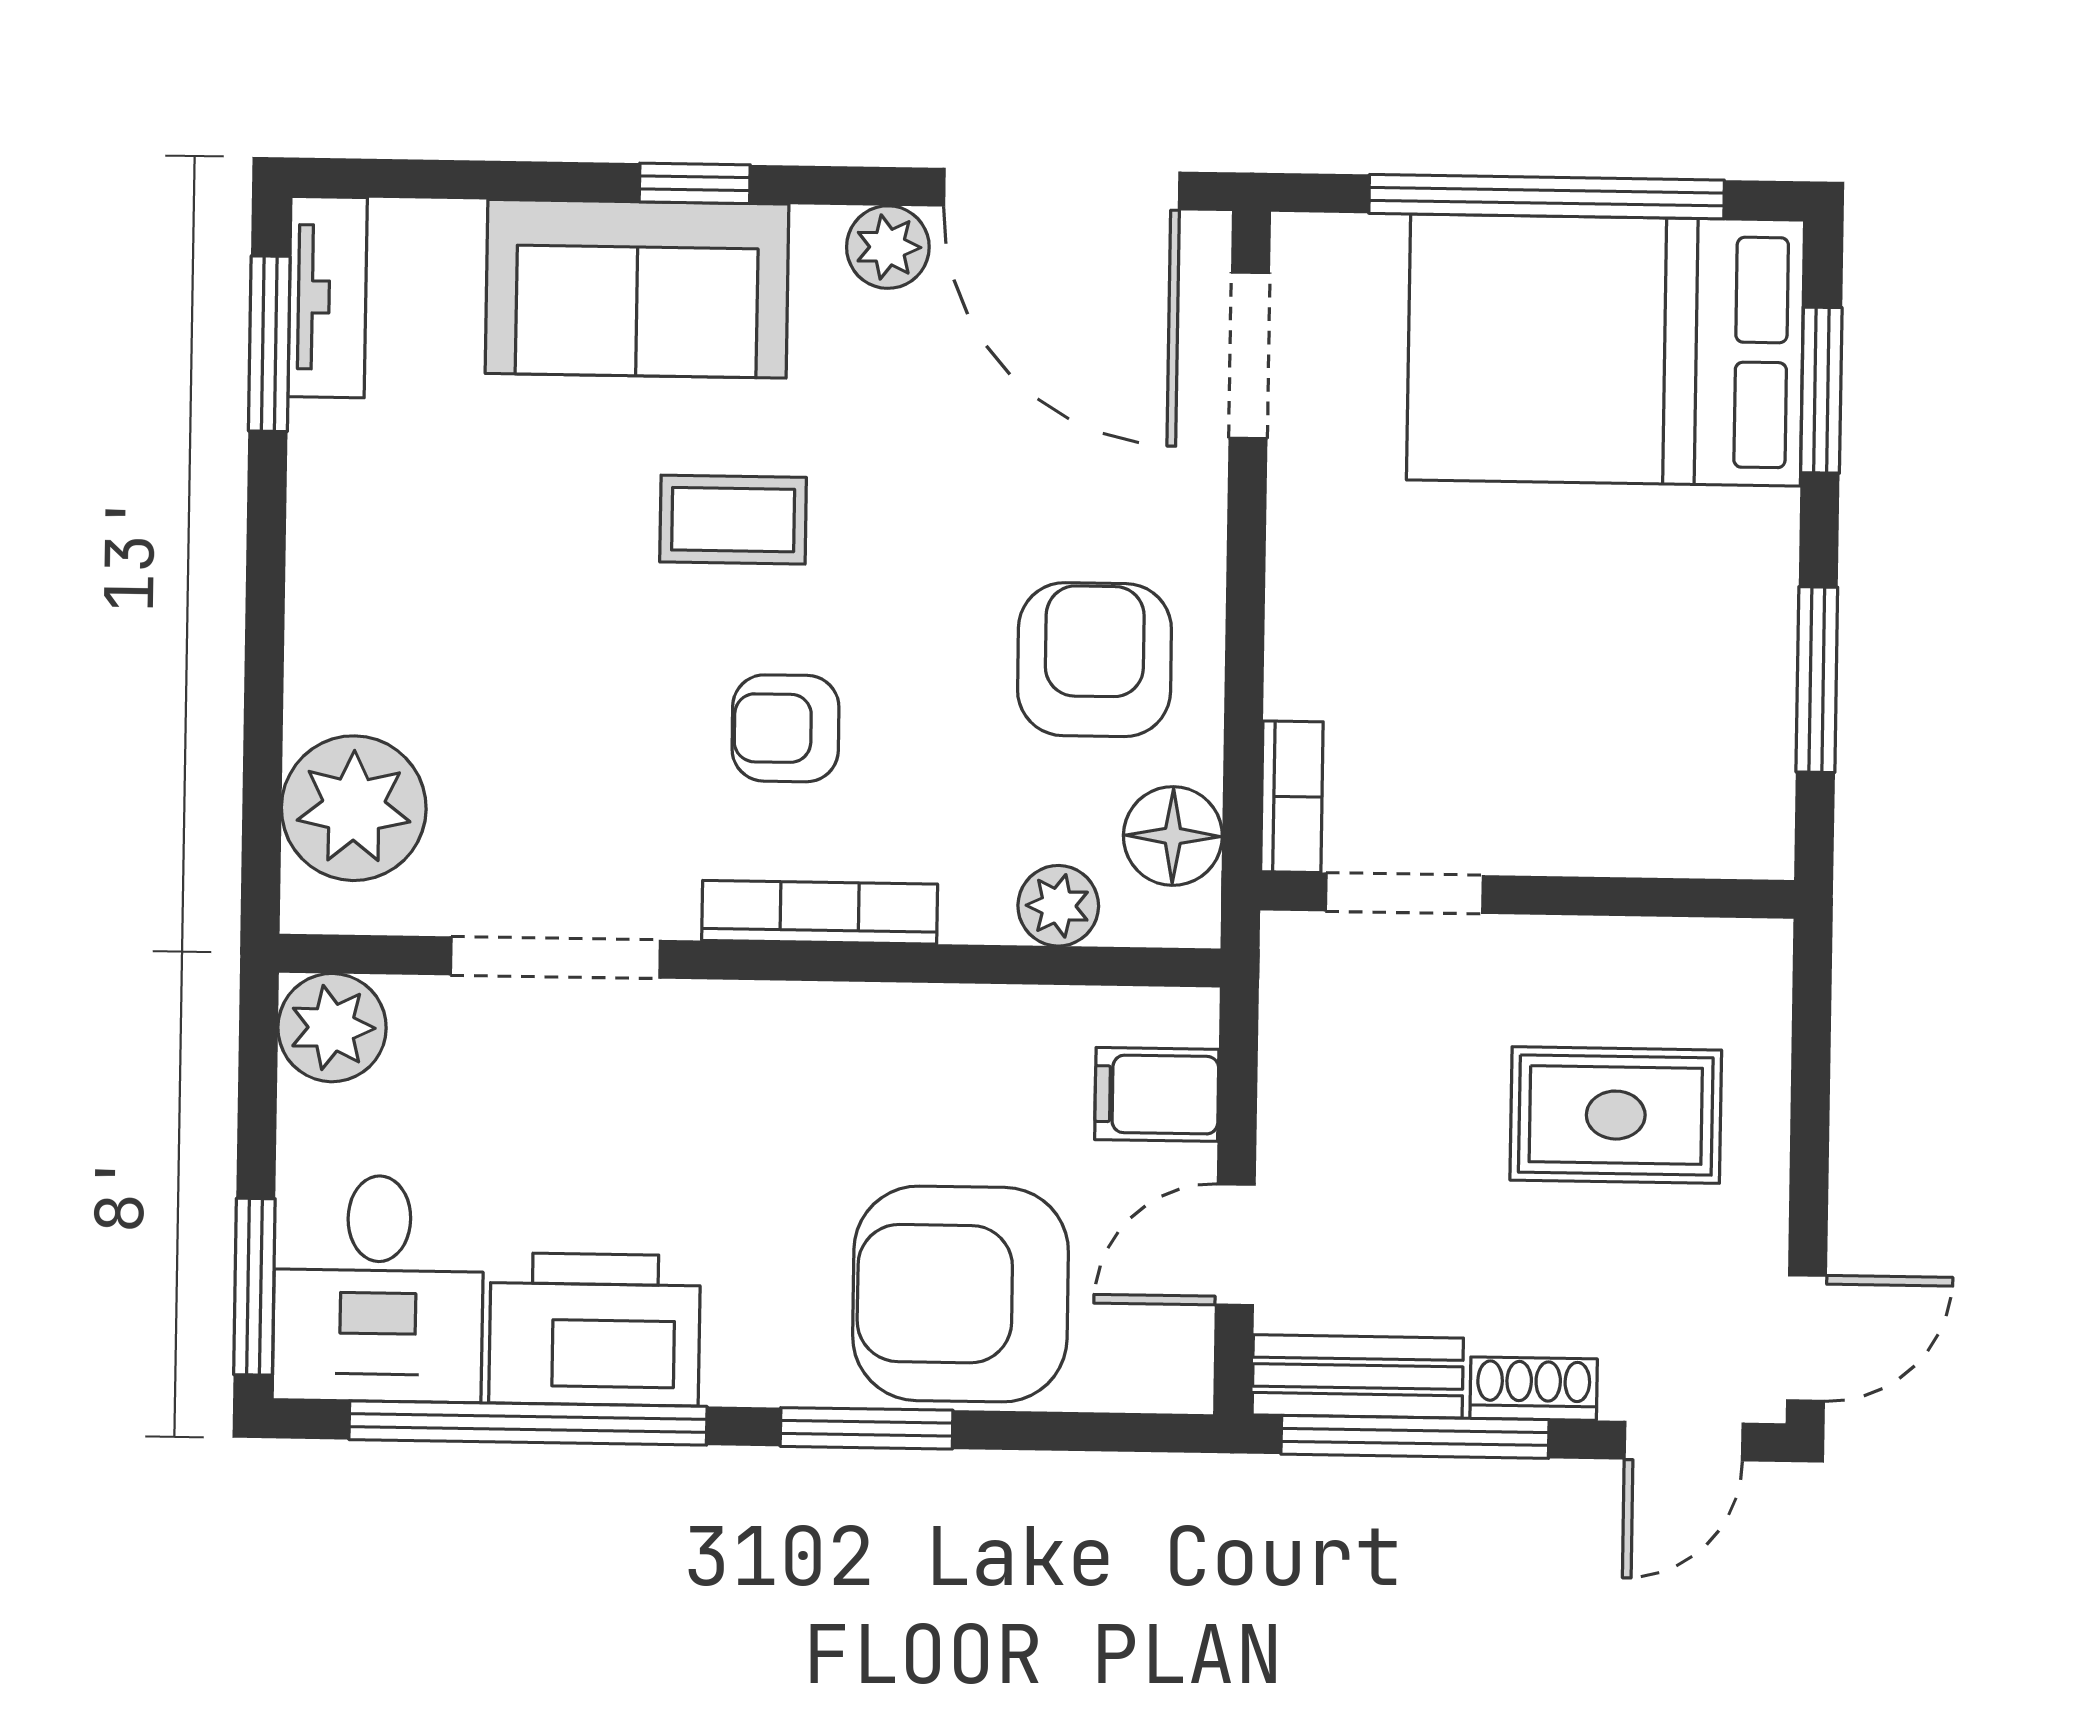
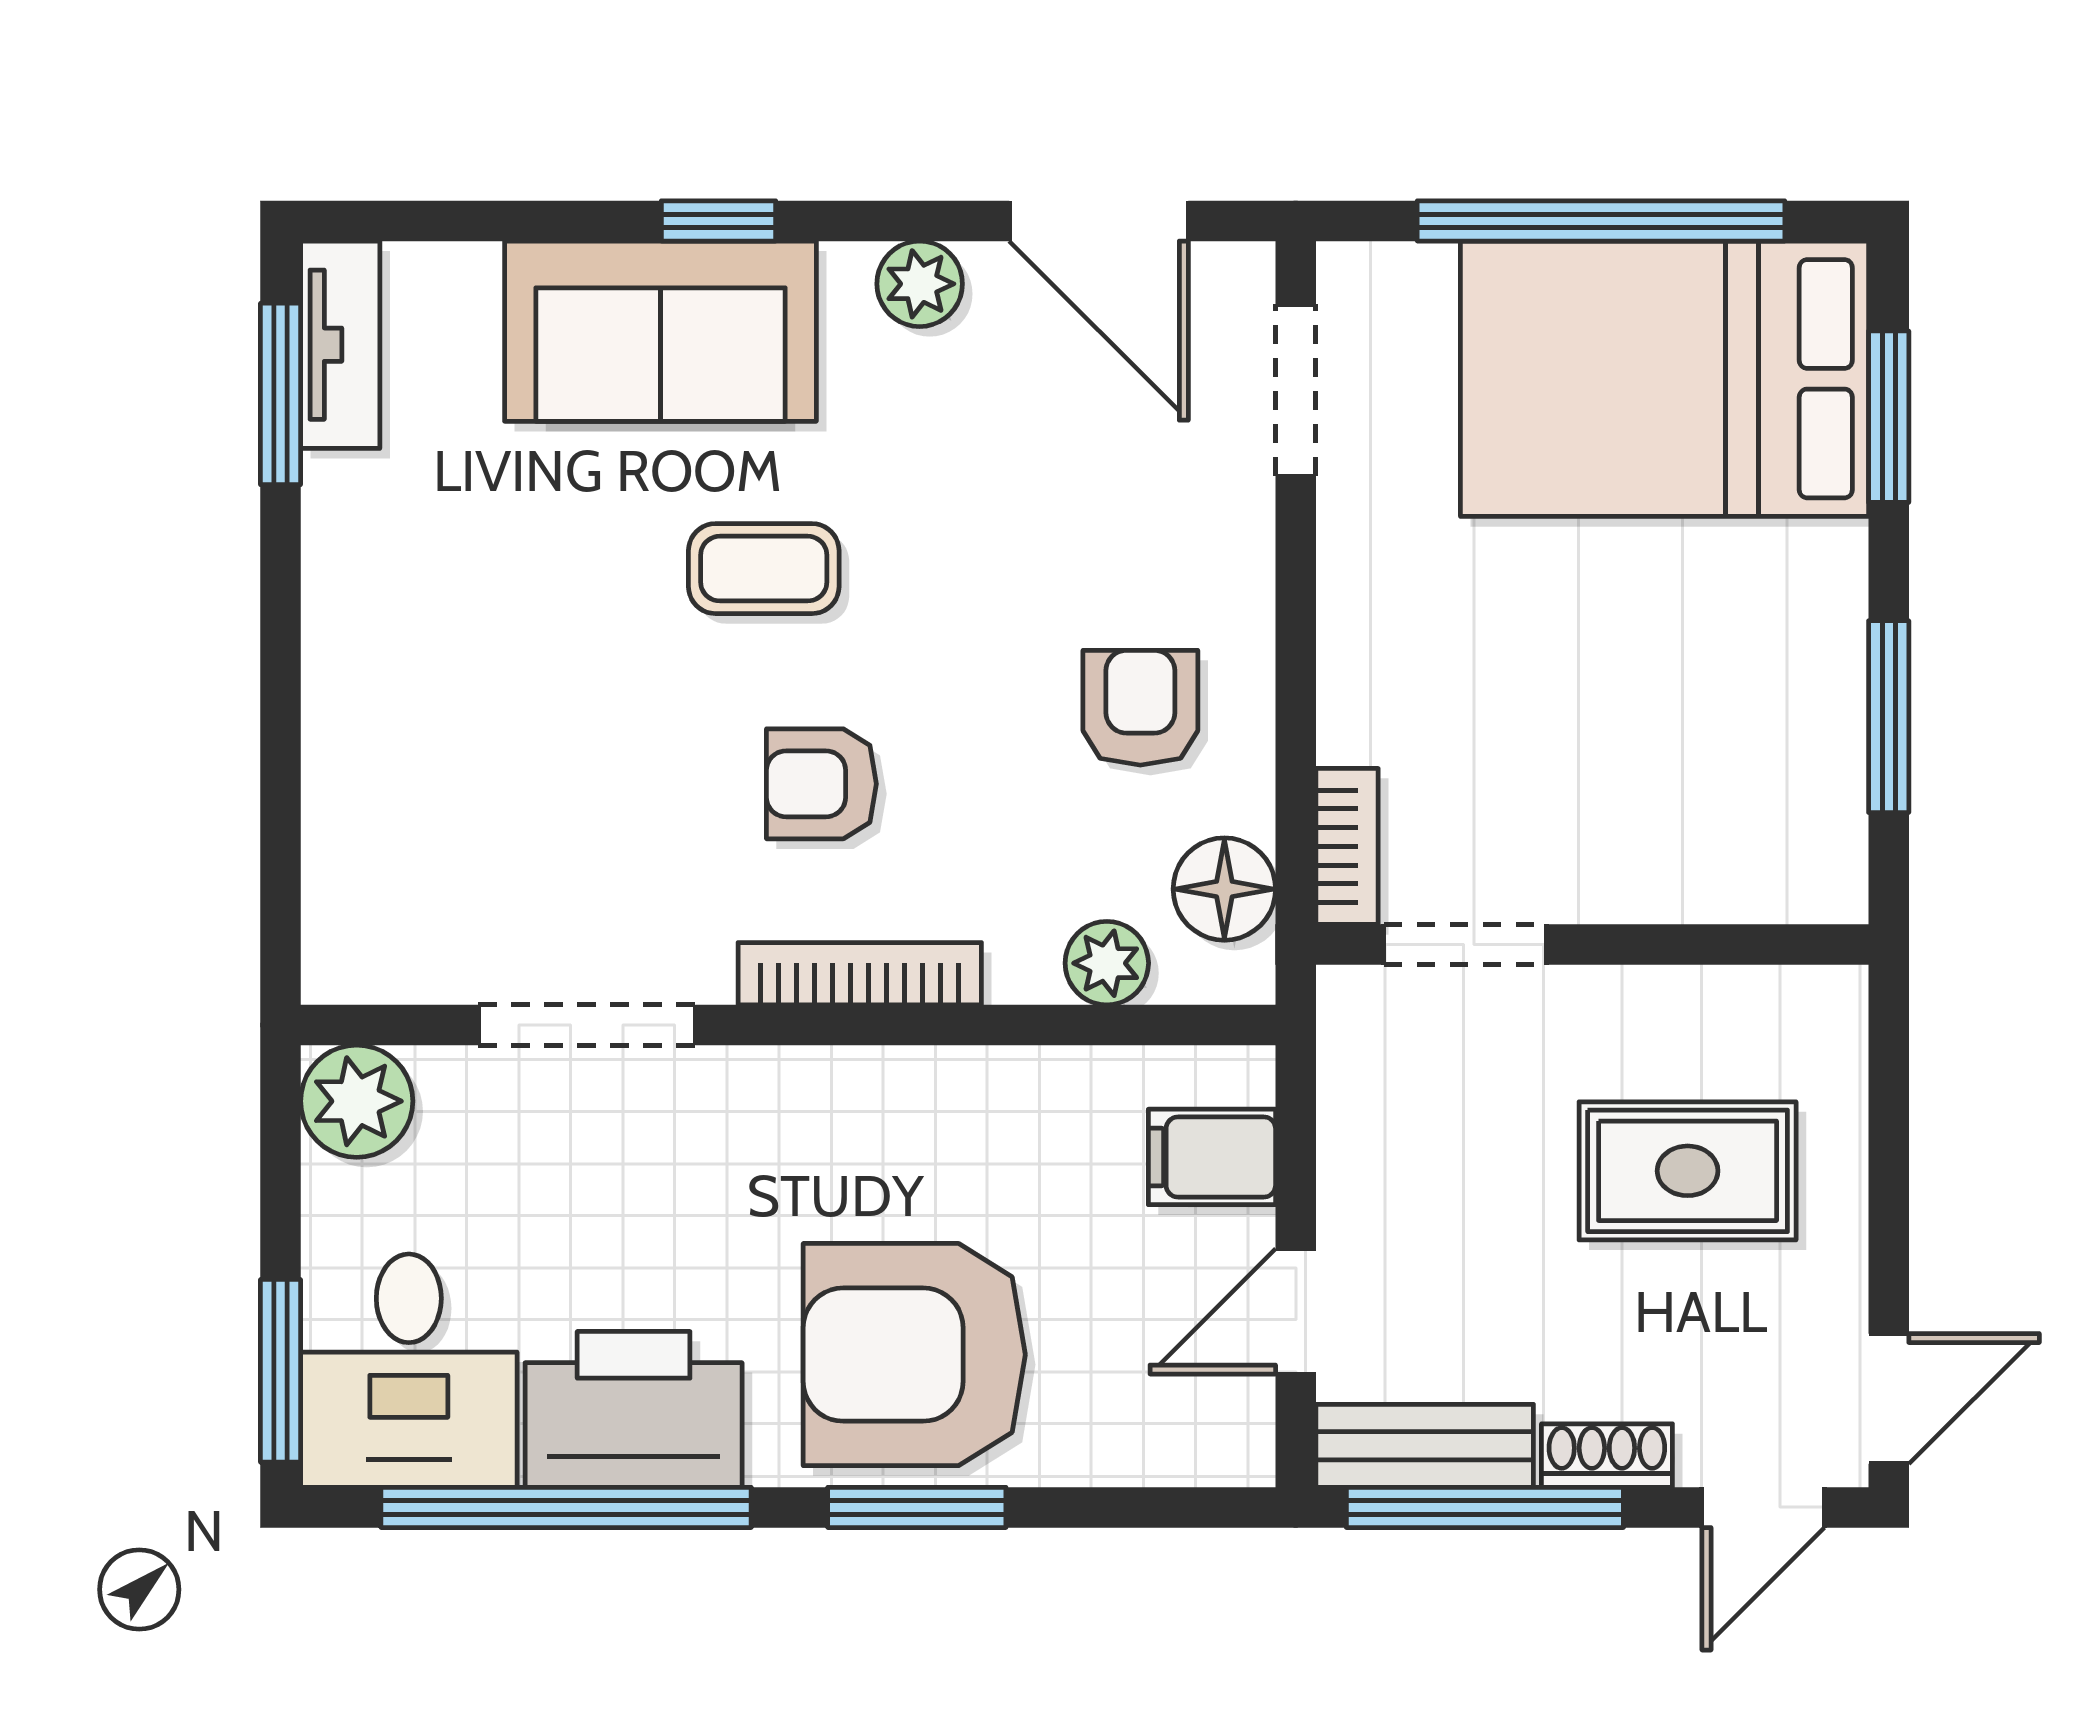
door: (1062, 189) -> (1099, 221), width x0.73
armchair: (1095, 660) -> (1140, 708), width x0.72, depth x0.72
plant: (354, 808) -> (376, 874), removed
armchair: (961, 1294) -> (914, 1355), moved

